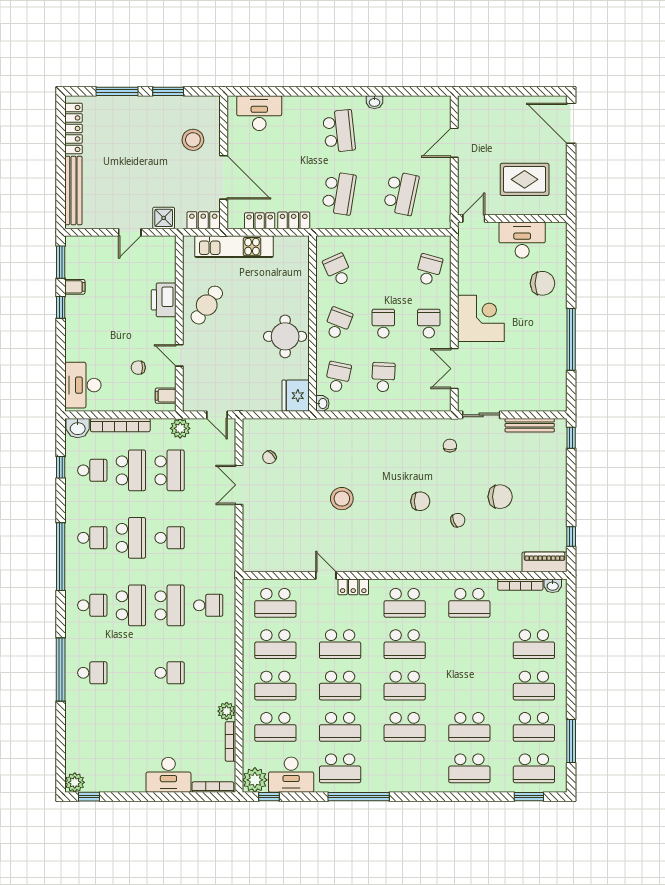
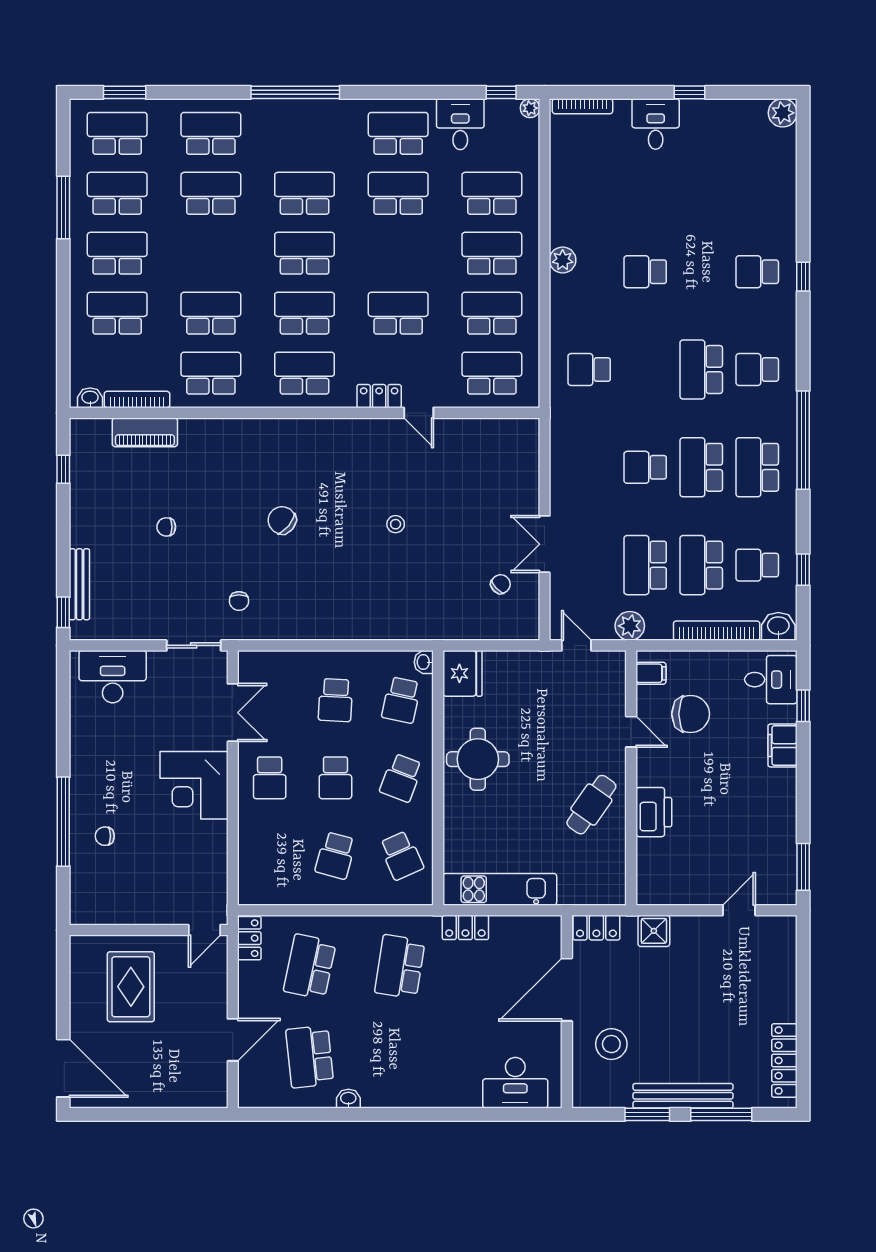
school desk: (339, 131) -> (310, 1057), moved
door: (224, 177) -> (567, 990), hinge flipped
rug: (525, 179) -> (131, 987), turned 90
bench: (73, 190) -> (683, 1096), moved, turned 90
locker: (260, 221) -> (249, 938), moved, turned -90
door: (130, 232) -> (739, 910), moved
desk: (522, 240) -> (113, 677), moved, turned 180
kitchen unit: (234, 247) -> (500, 889), moved
school desk: (429, 270) -> (335, 856), moved
chair: (543, 283) -> (105, 836), width x0.54, depth x0.54
filing cabinet: (75, 287) -> (782, 746), moved, width x2.00
window: (61, 307) -> (803, 706), moved
window: (571, 339) -> (63, 822), moved
chair: (138, 368) -> (691, 714), width x1.87, depth x1.87
desk: (83, 385) -> (771, 680), width x0.73
bench: (530, 425) -> (79, 584), moved, turned 90
double door: (239, 485) -> (545, 544), swing flipped
chair: (500, 497) -> (166, 527), width x0.54, depth x0.54
stool: (342, 499) -> (396, 524), width x0.53, depth x0.53
chair: (420, 501) -> (282, 520), turned 39
chair: (458, 520) -> (228, 493), removed
school desk: (92, 538) -> (757, 467), width x1.85
piano: (545, 562) -> (145, 432), moved
school desk: (170, 605) -> (645, 370), removed
window: (61, 669) -> (803, 277), width x0.32
school desk: (340, 686) -> (211, 313), moved
plant: (227, 711) -> (563, 260), moved
bookcase: (231, 741) -> (557, 172), removed
window: (571, 741) -> (63, 207), moved
desk: (168, 775) -> (656, 124), width x0.73
desk: (291, 775) -> (460, 124), width x0.73
plant: (255, 780) -> (530, 108), width x0.53, depth x0.53
window: (89, 797) -> (690, 92), moved
window: (359, 797) -> (295, 92), moved

